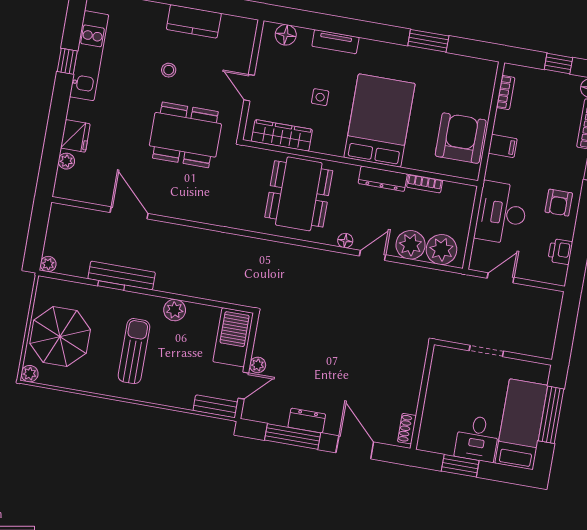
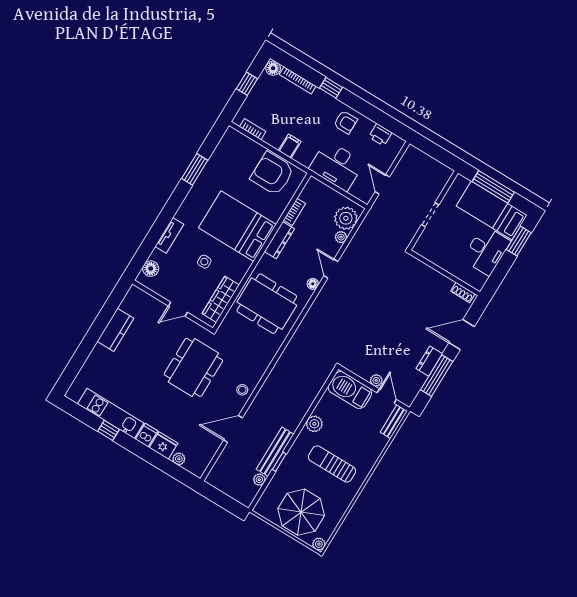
stool: (169, 70) -> (242, 390), moved
dishwasher: (80, 110) -> (147, 435), added
plant: (411, 245) -> (341, 237), width x0.53, depth x0.53
plant: (48, 264) -> (259, 480), moved
desk: (477, 438) -> (486, 250), width x1.37
window: (460, 466) -> (519, 241), moved

